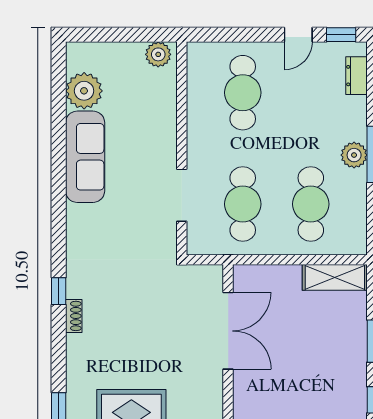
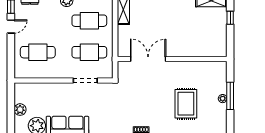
door: (298, 35) -> (11, 26), hinge flipped
plant: (158, 54) -> (20, 110), moved

